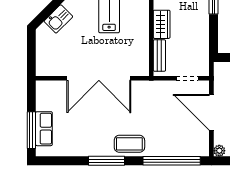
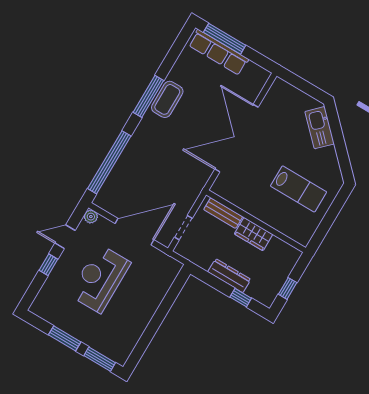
kitchen sink: (58, 19) -> (320, 128), width x1.38
dresser: (202, 24) -> (229, 276), added
row of seats: (44, 129) -> (219, 52), width x1.48
coffee table: (129, 144) -> (167, 99), moved

